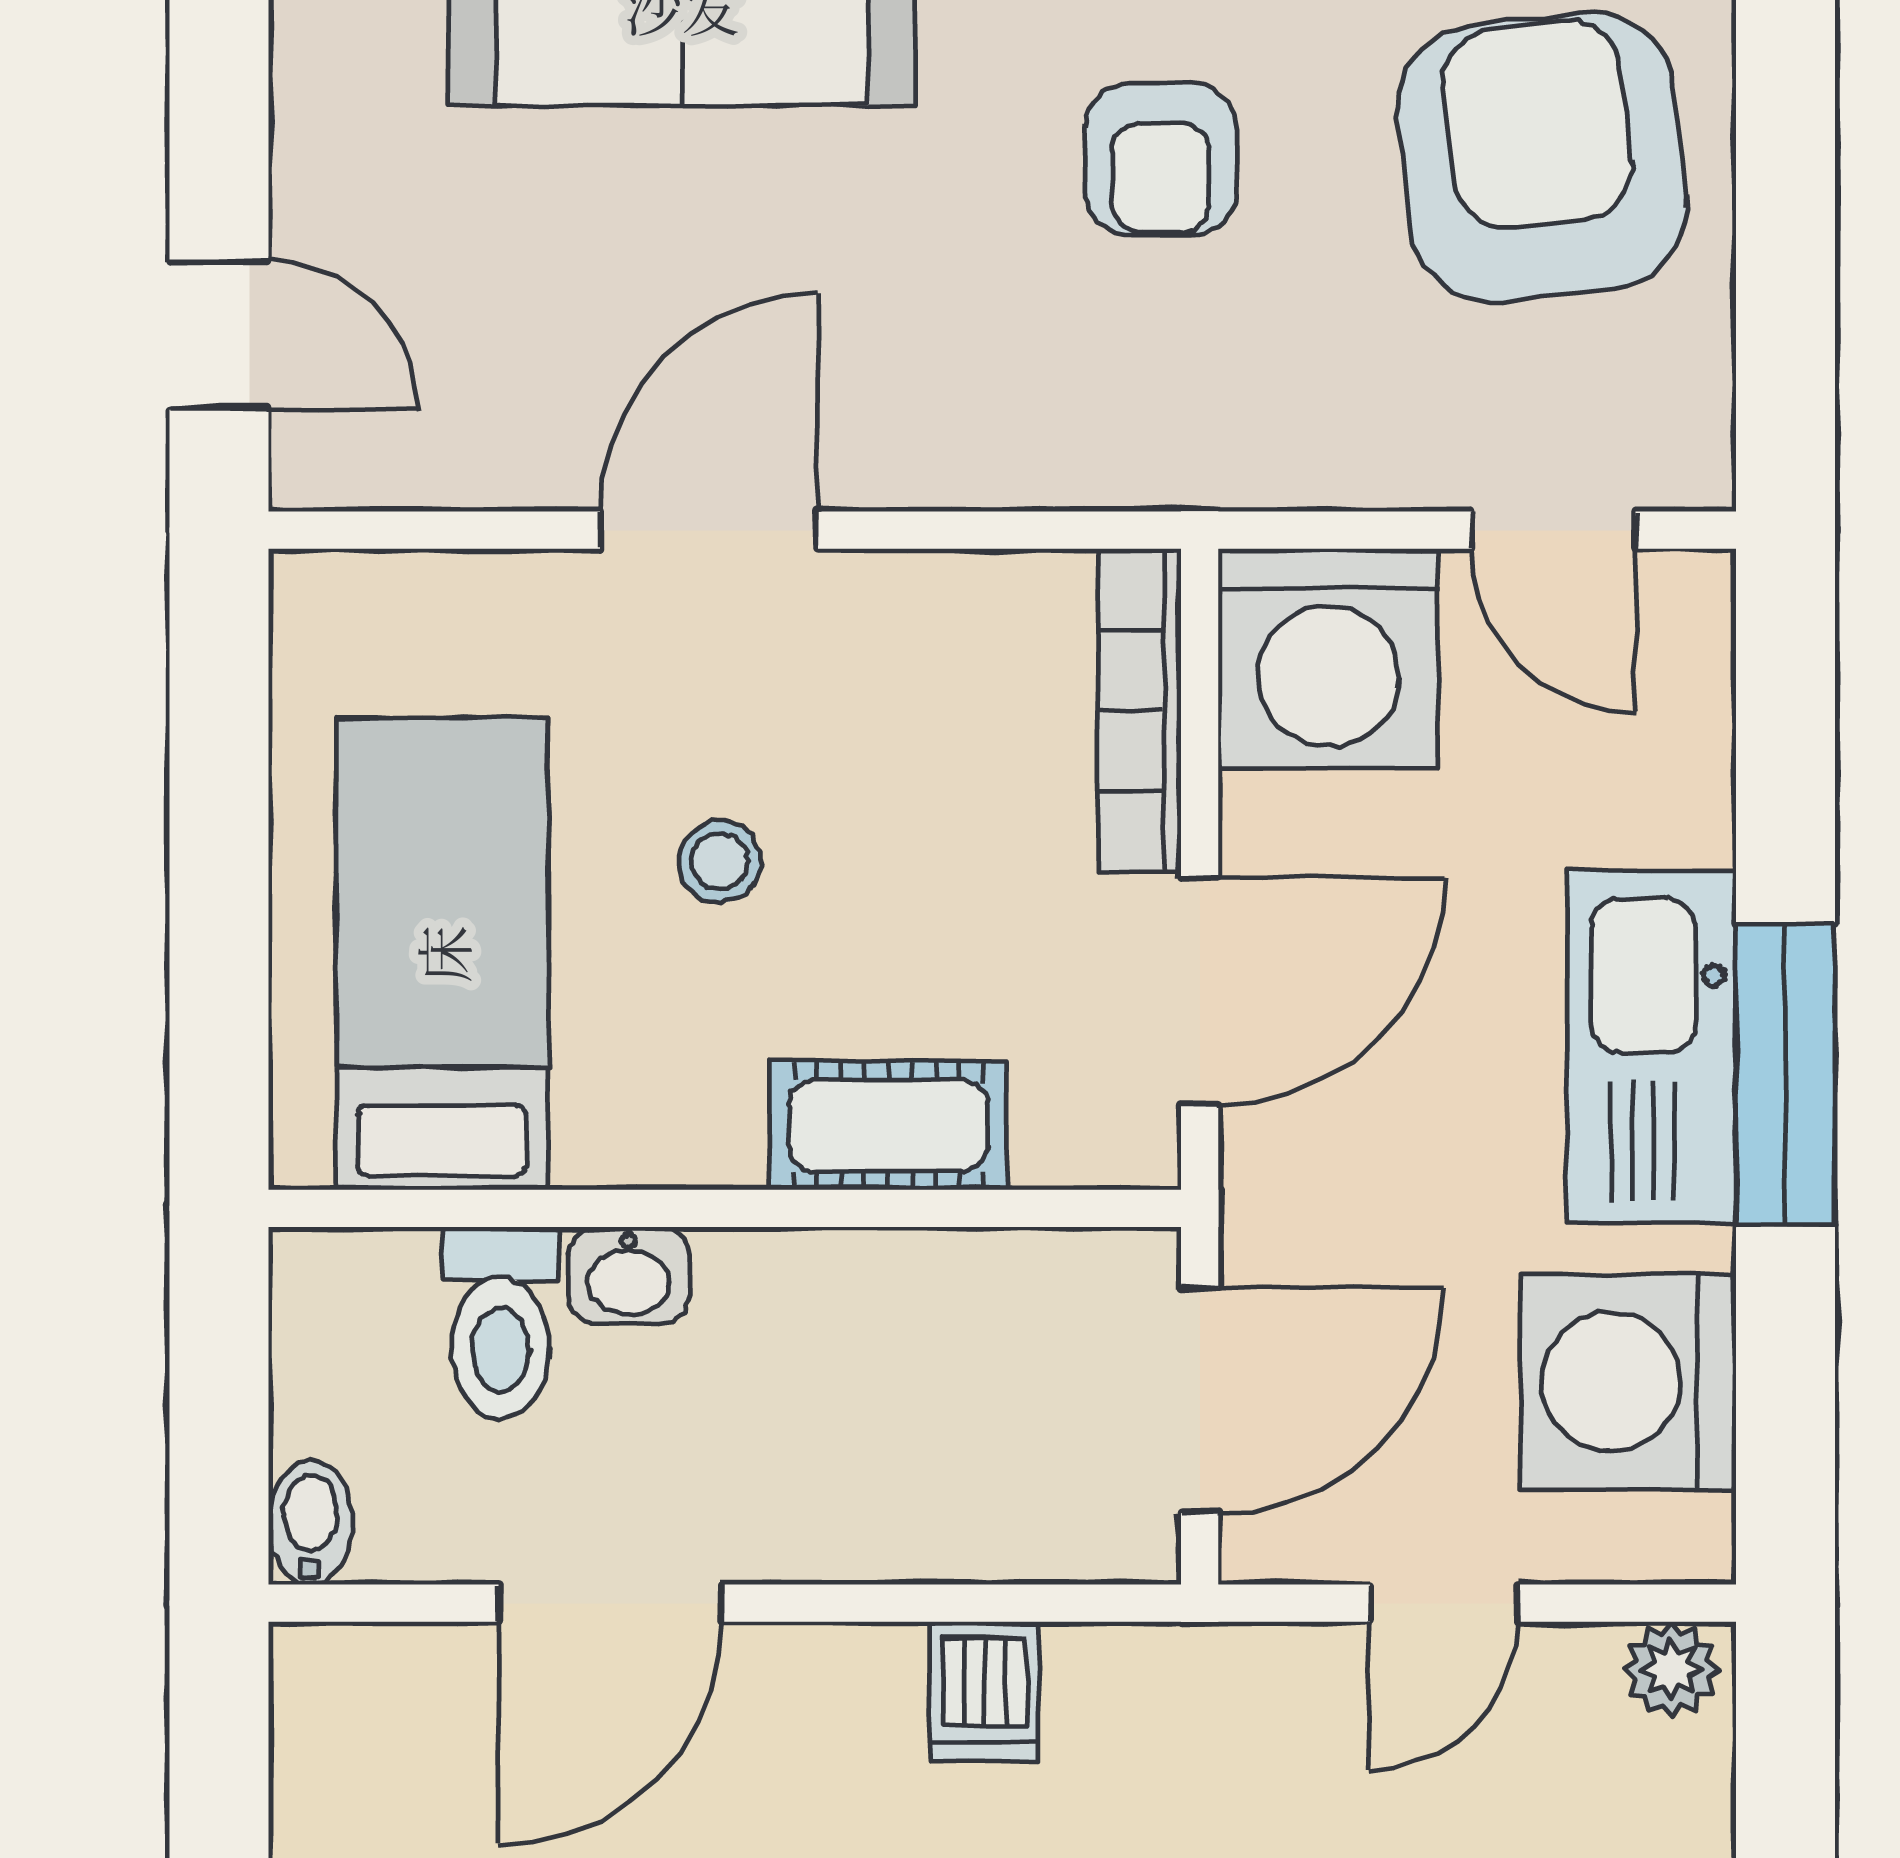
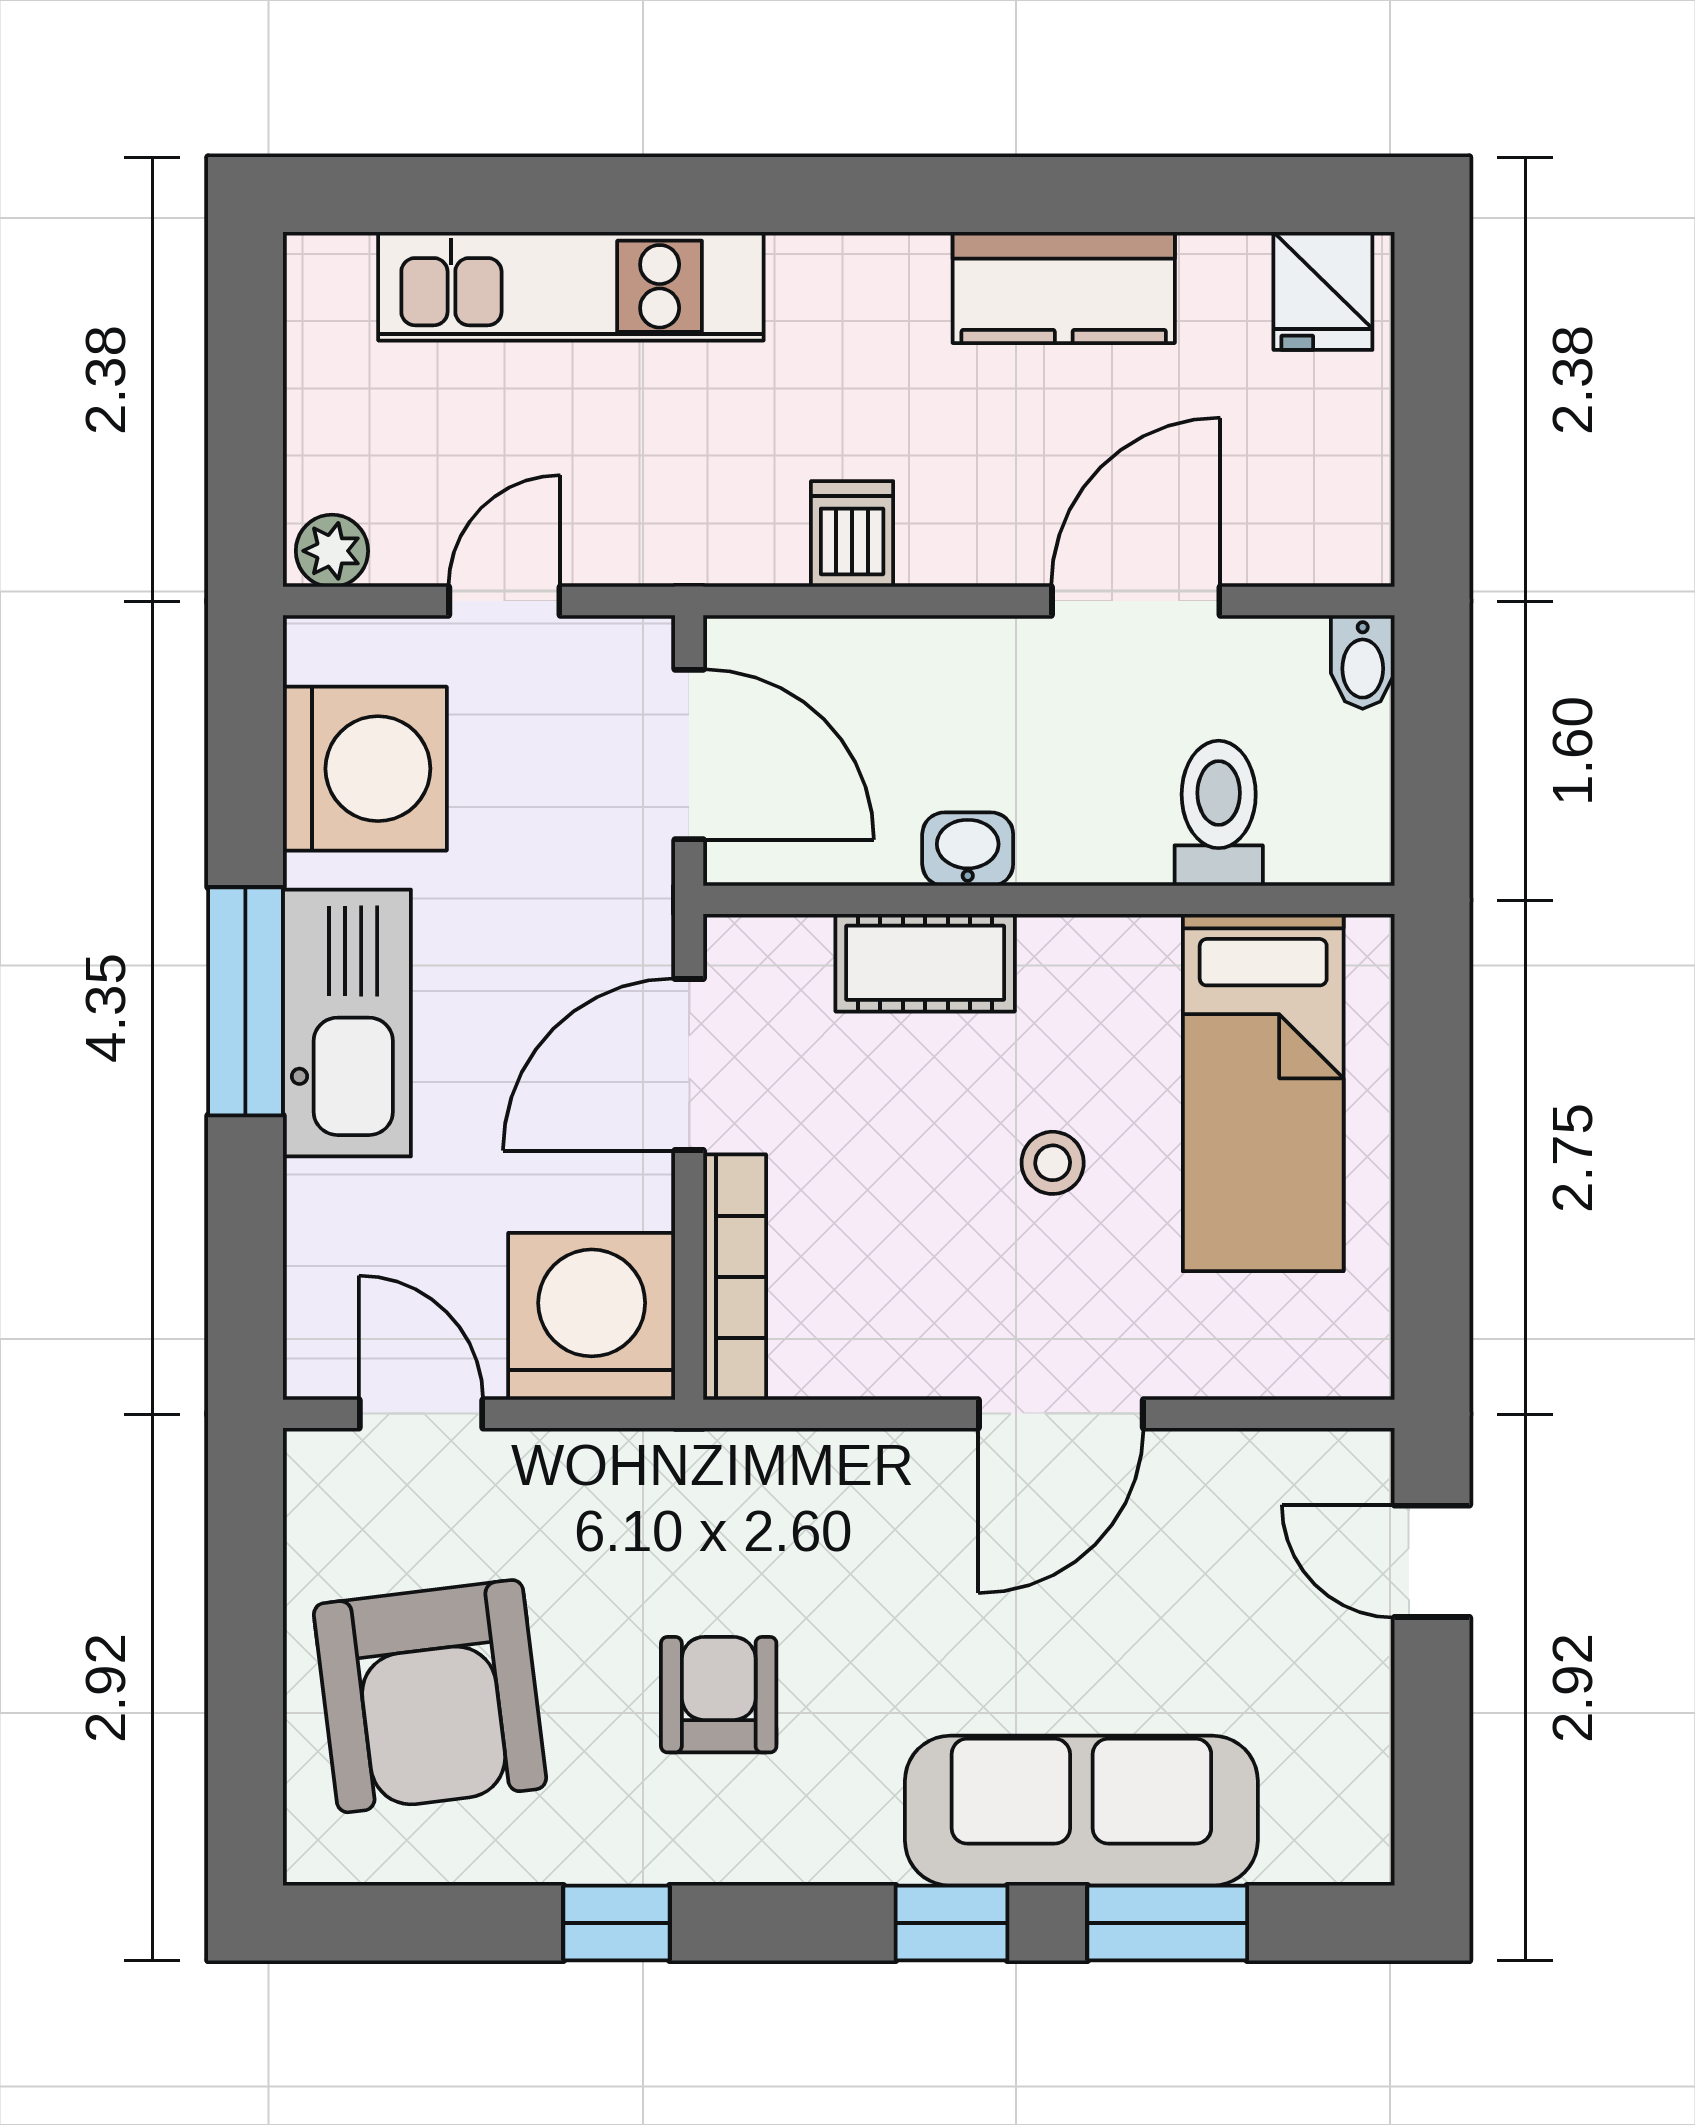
washbasin: (629, 1275) -> (968, 849), moved
door: (1200, 1400) -> (689, 755), swing flipped

